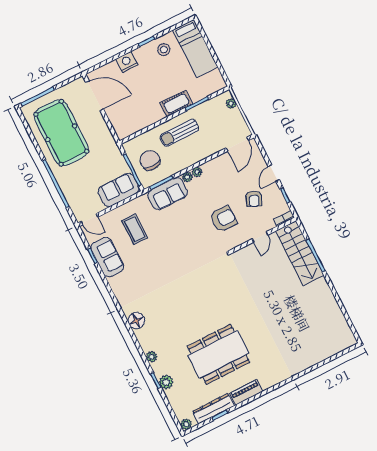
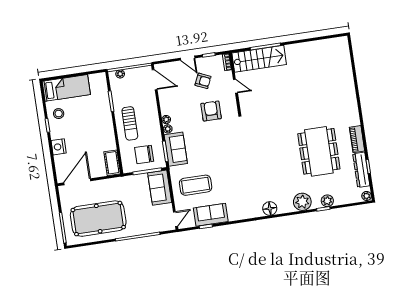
cot: (176, 103) -> (112, 163), moved
coffee table: (135, 229) -> (196, 185), width x1.36, depth x1.32
plant: (152, 357) -> (302, 202), width x1.87, depth x1.87

